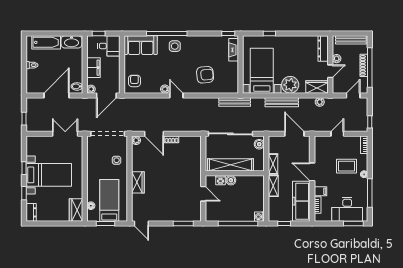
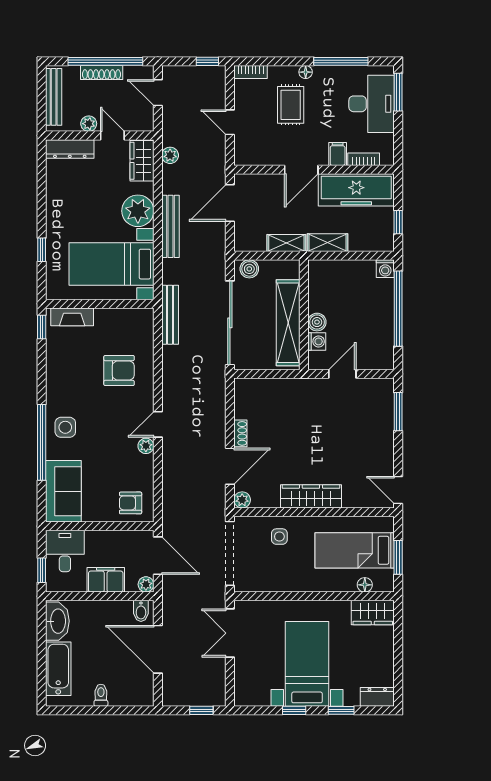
armchair: (205, 75) -> (119, 371), turned 95
wardrobe: (138, 182) -> (311, 496), width x1.50
door: (141, 224) -> (398, 490), swing flipped

